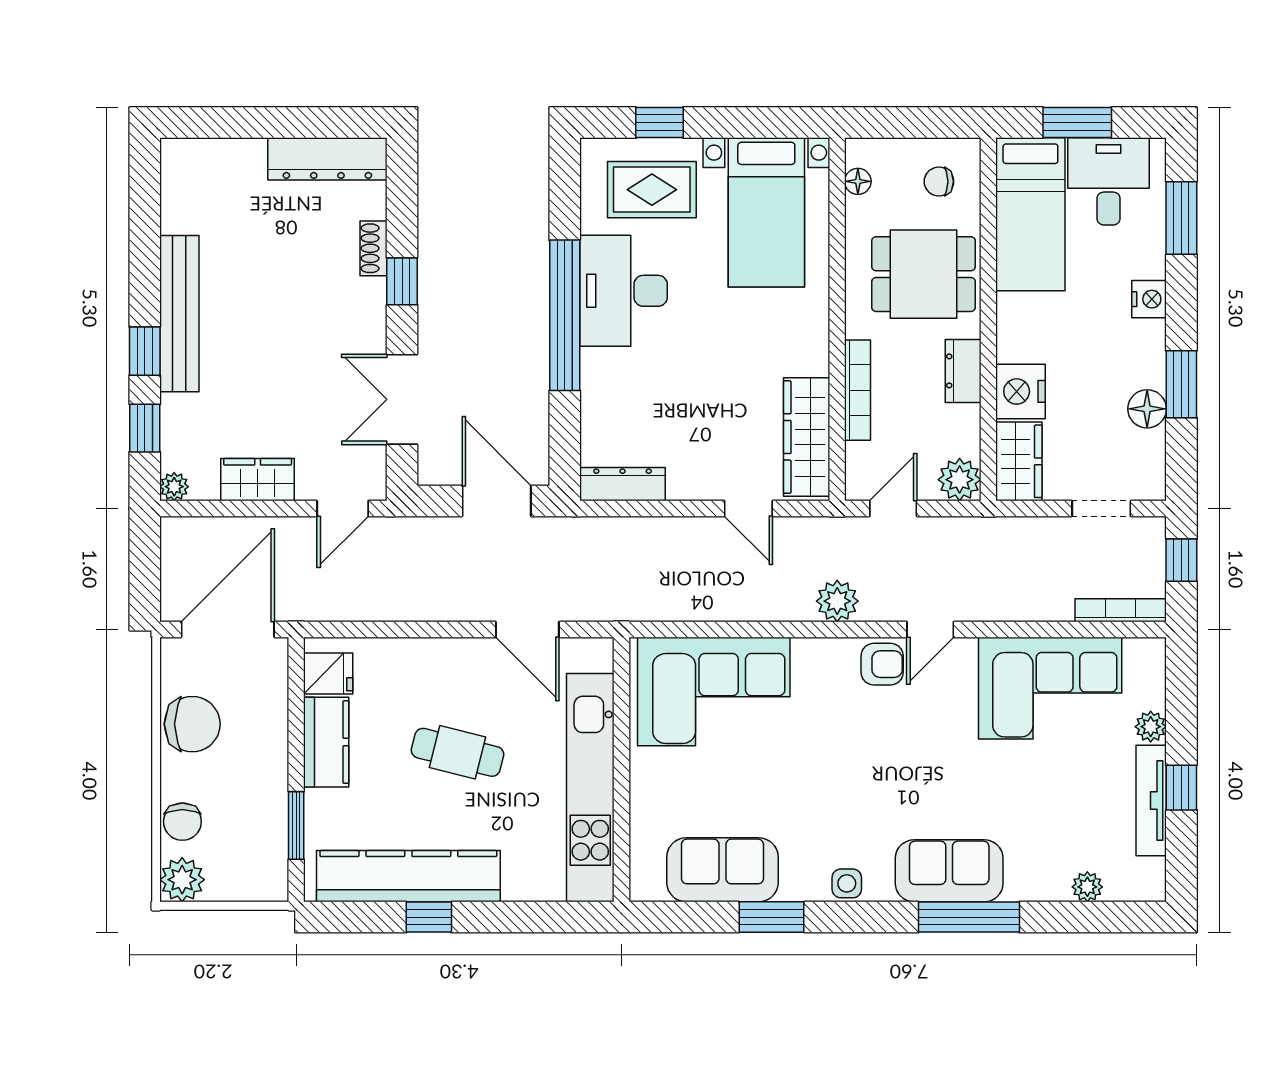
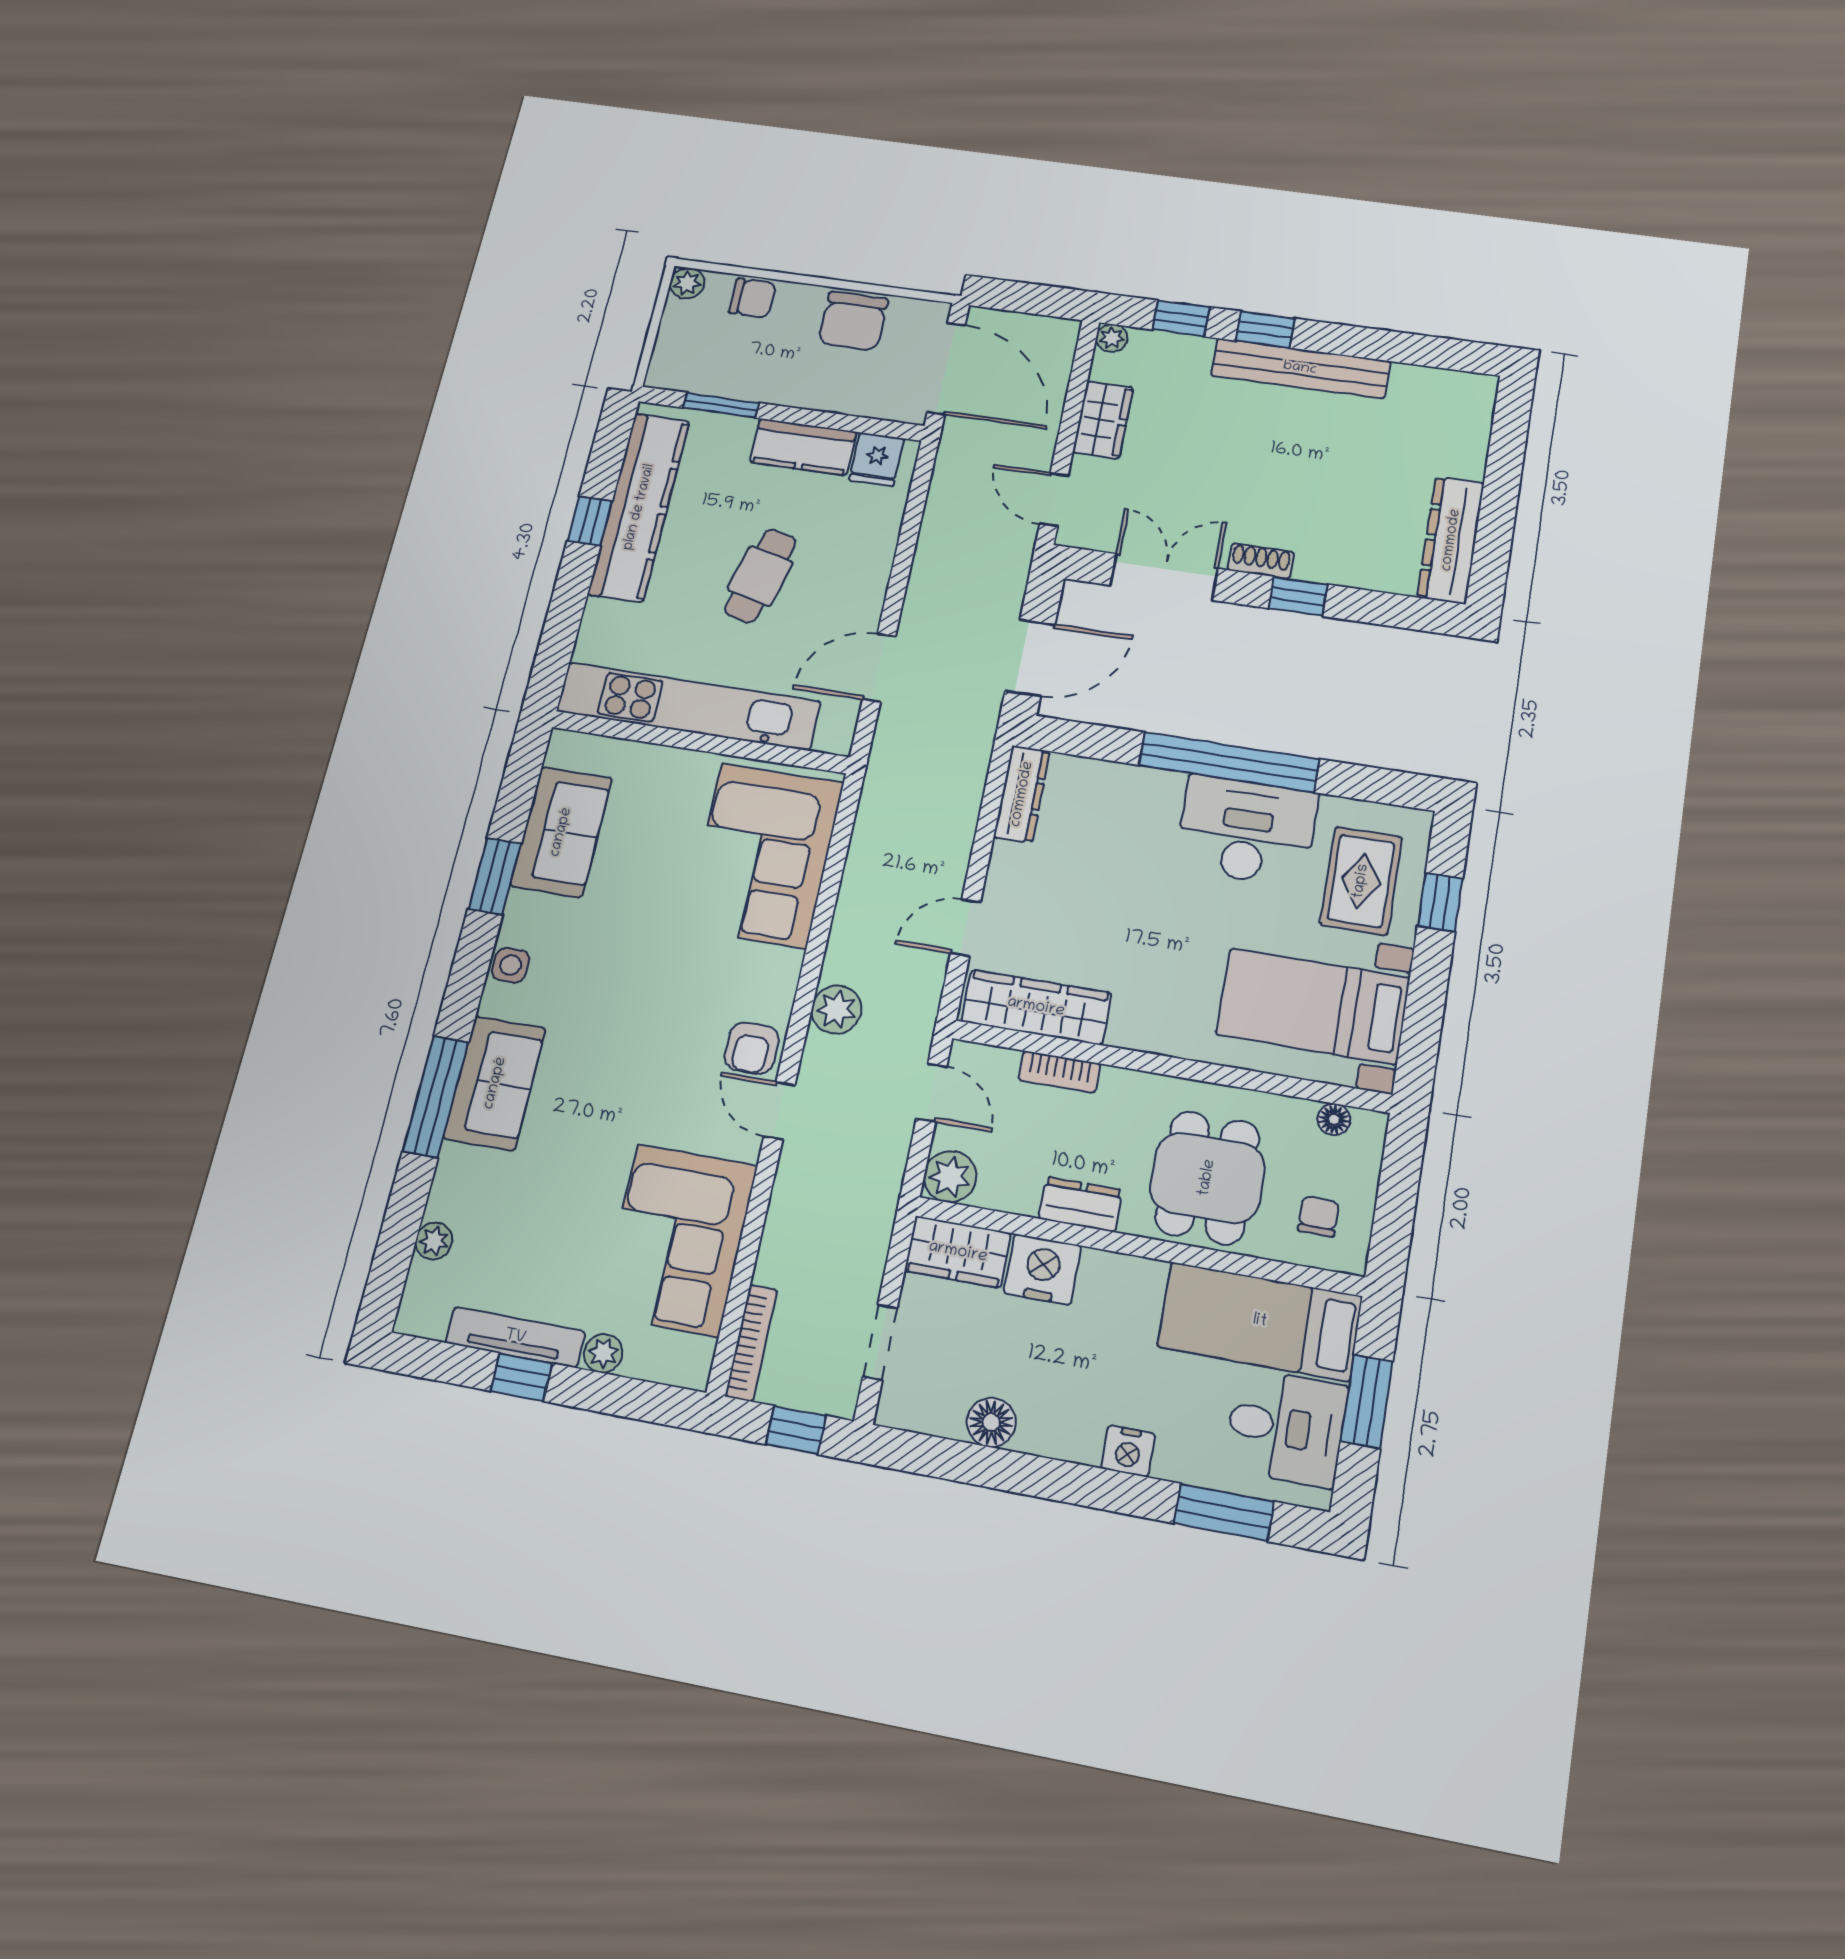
shoe rack: (374, 248) -> (1261, 561), moved
window: (1181, 384) -> (1014, 1472), removed
bookcase: (858, 390) -> (1059, 1072), width x0.64
chair: (182, 822) -> (753, 298), turned 180
plant: (182, 880) -> (687, 283), width x0.73, depth x0.73

